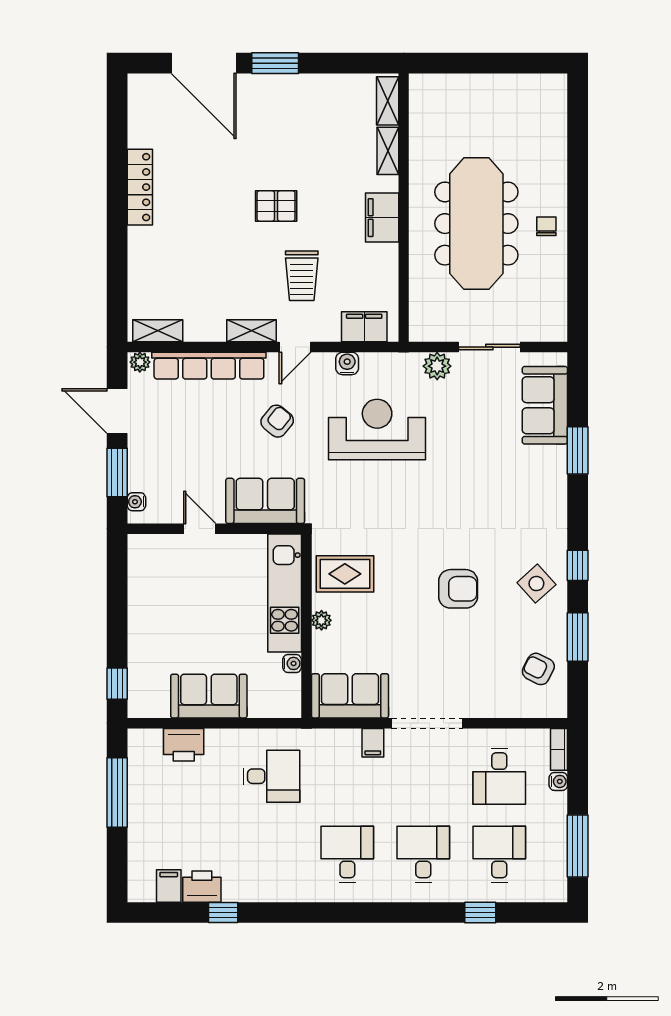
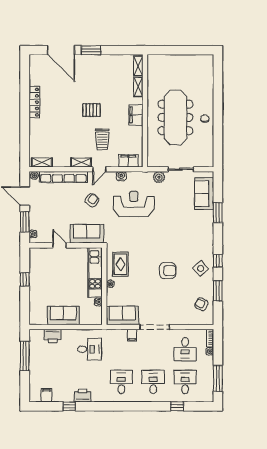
rug: (345, 574) -> (120, 264), turned 90
window: (117, 684) -> (25, 280), moved
printer: (202, 887) -> (83, 395), moved

